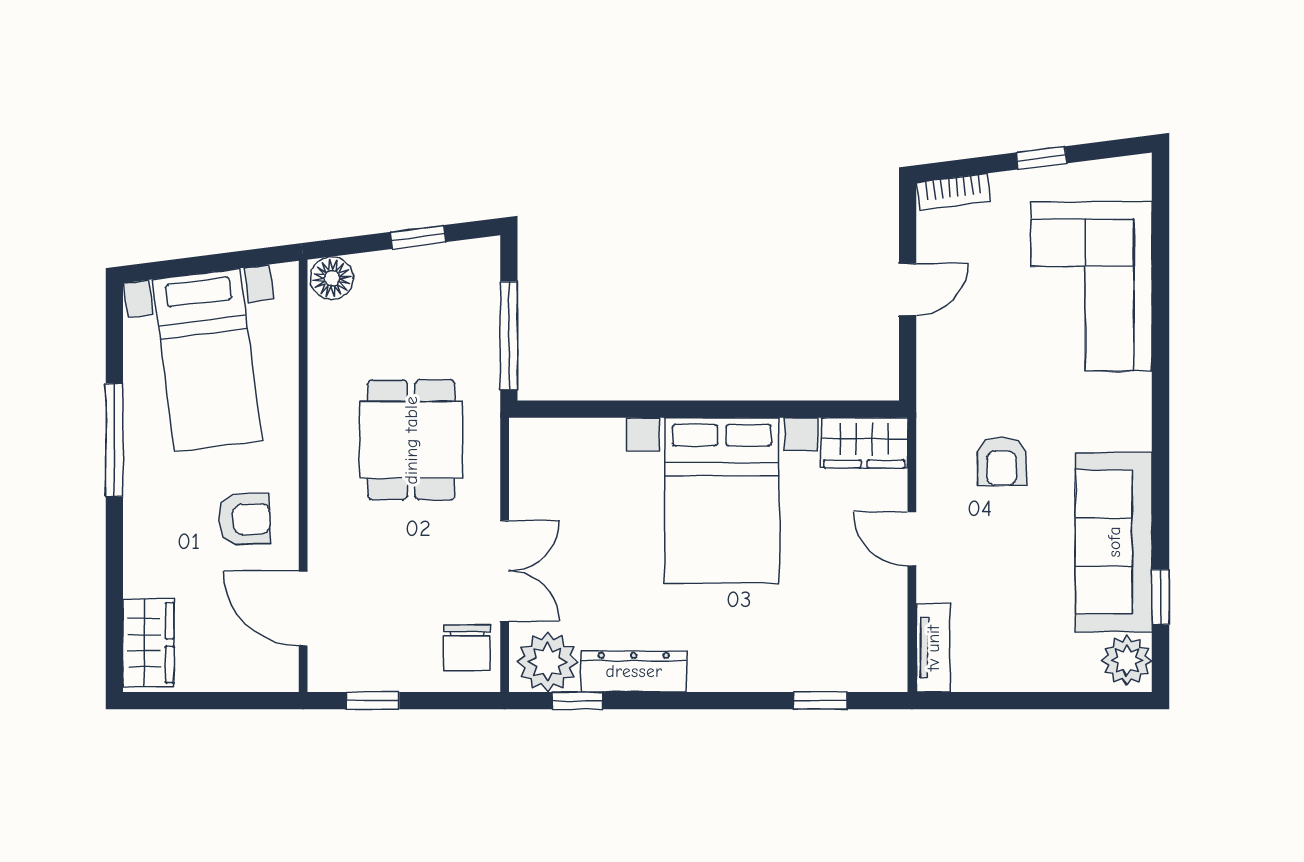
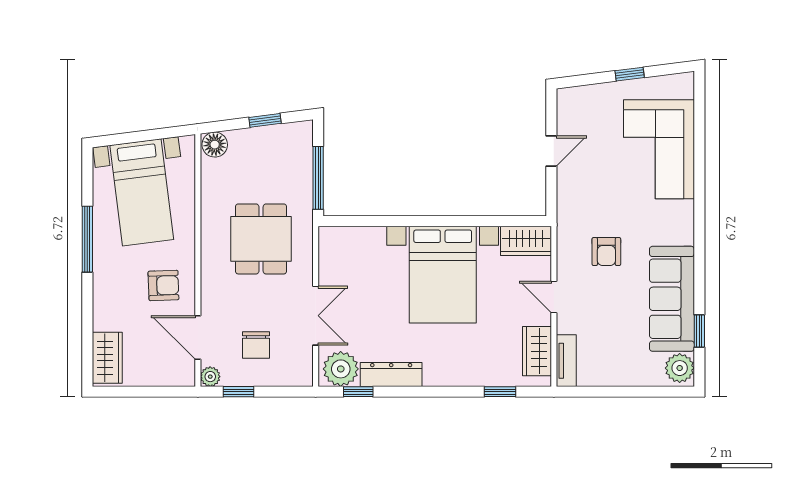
bookcase: (954, 192) -> (578, 94), removed
wardrobe: (883, 632) -> (537, 351), added
chair: (467, 648) -> (256, 345), moved
plant: (324, 675) -> (210, 377), added

